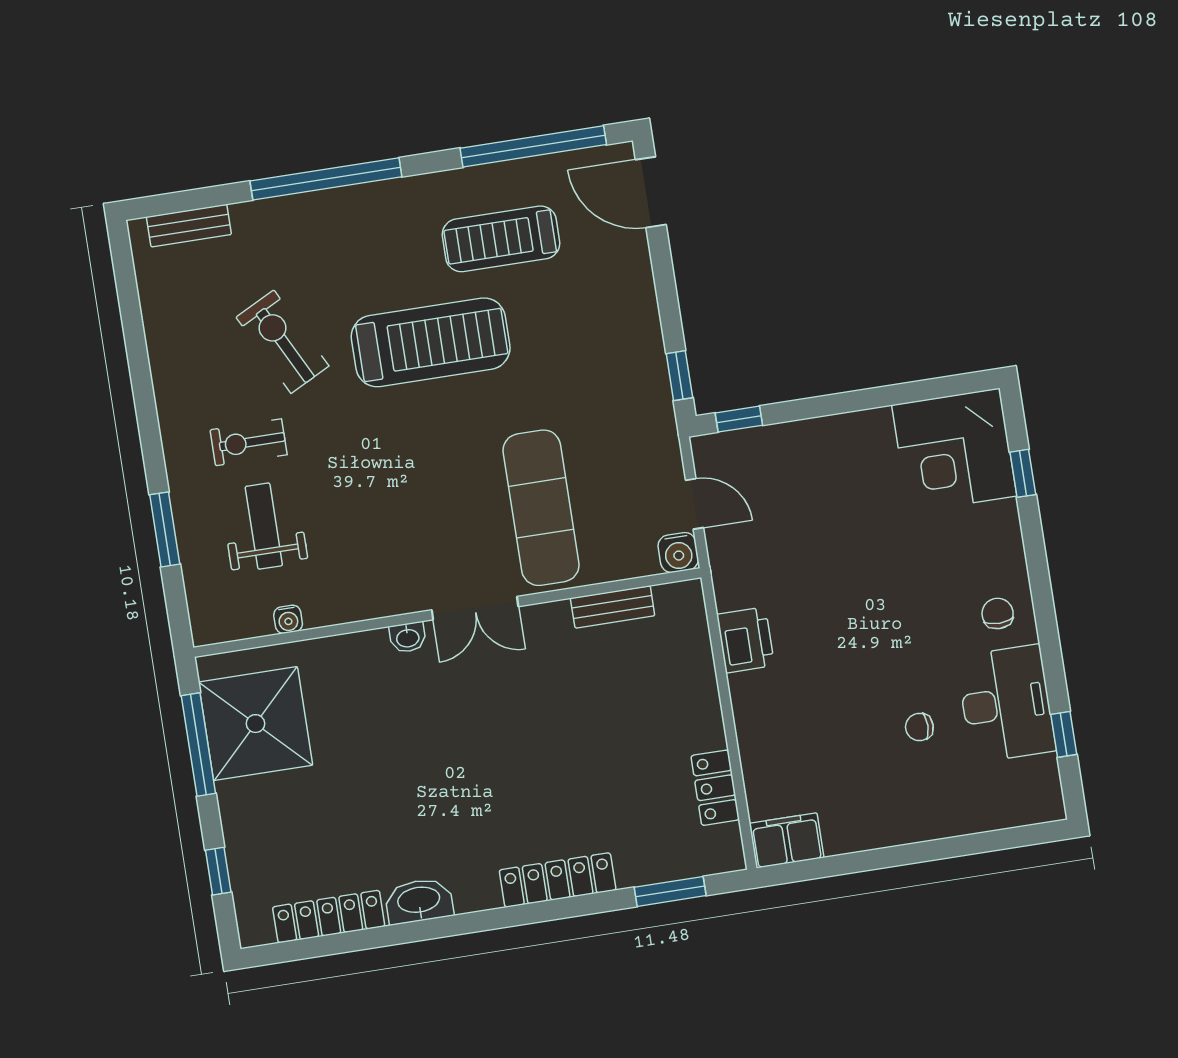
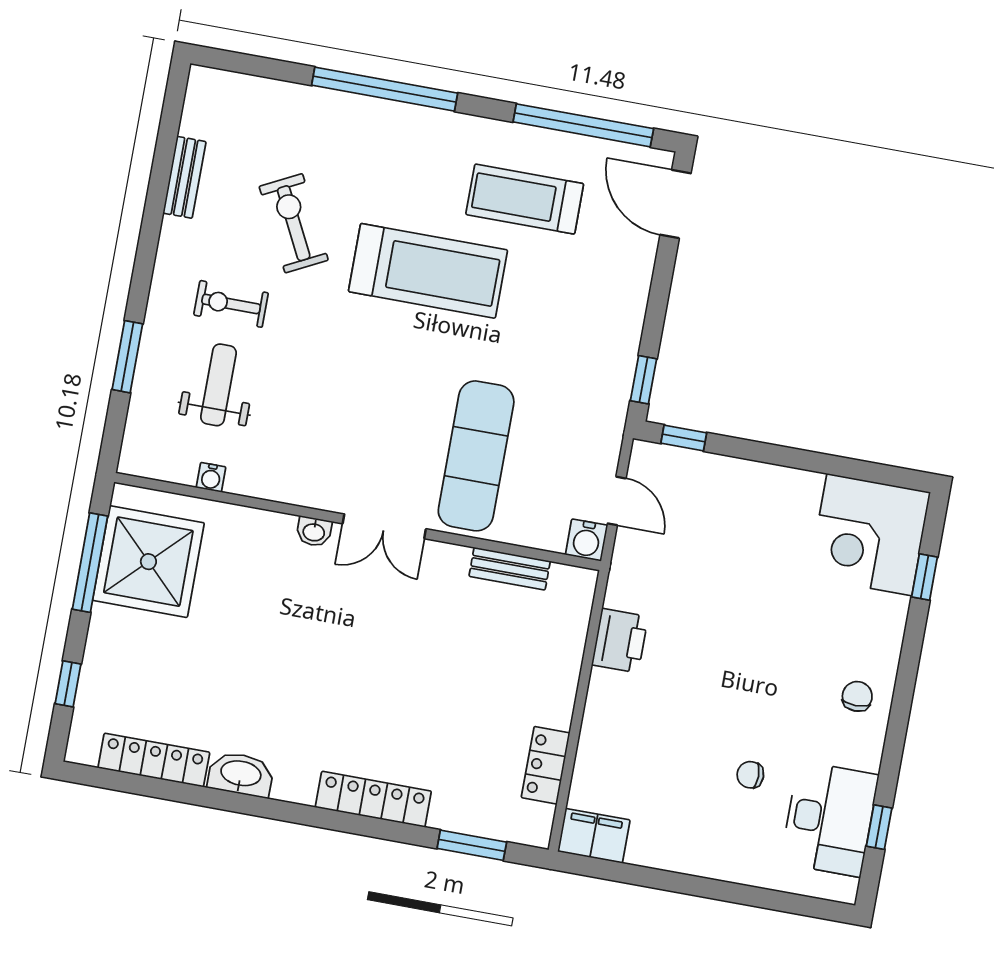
bench: (189, 226) -> (184, 177), moved, turned 90
desk: (1006, 704) -> (830, 819), moved

